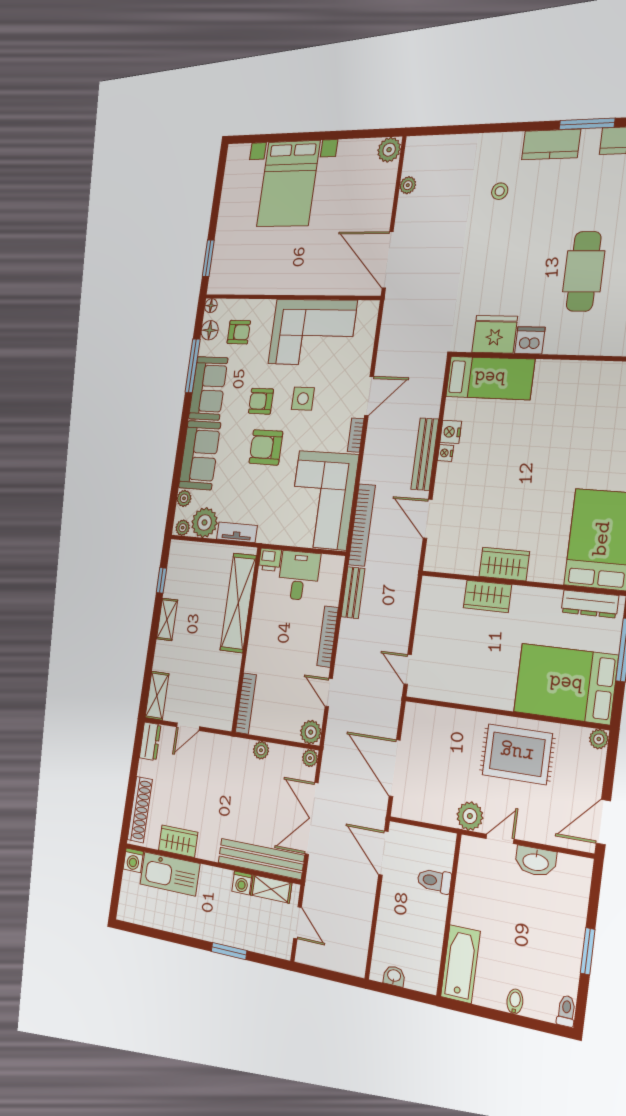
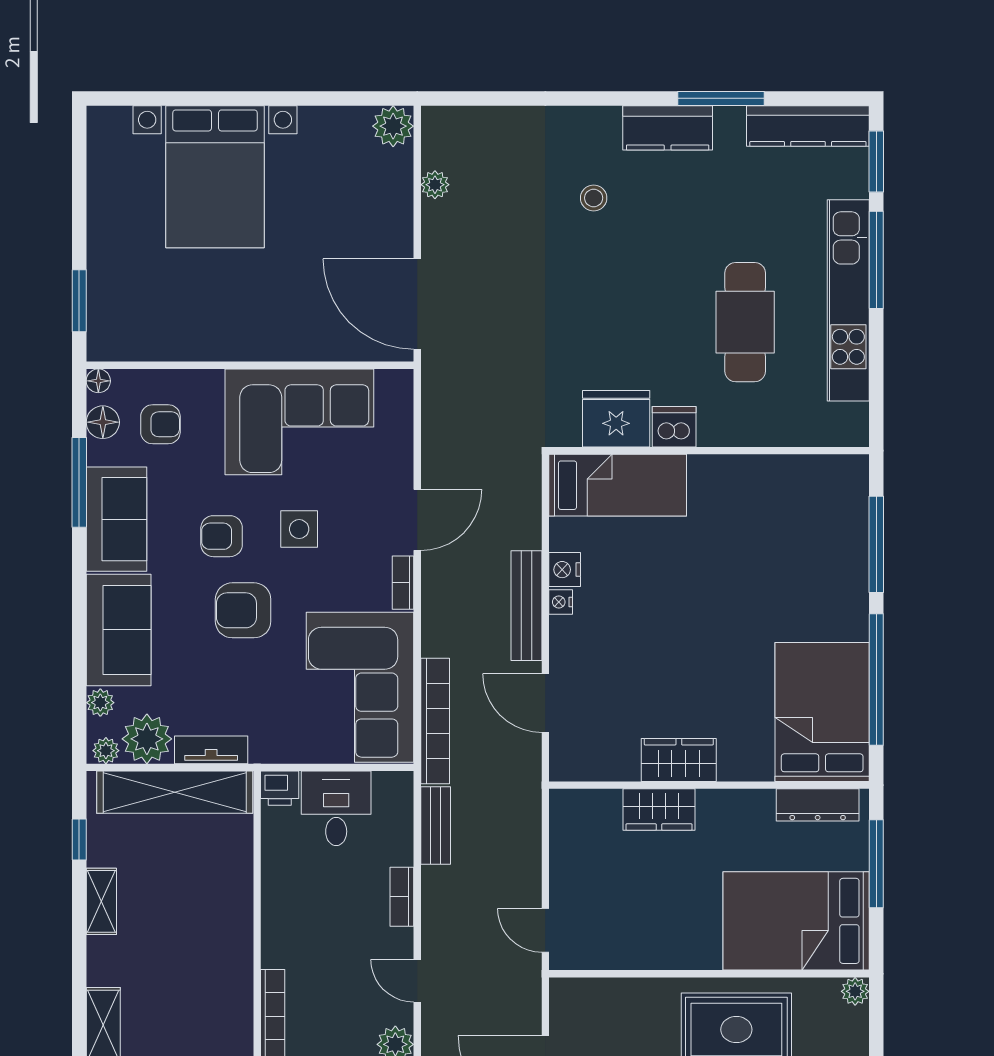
shelving: (238, 603) -> (175, 792), moved, turned 90
bookcase: (328, 637) -> (402, 897), width x0.64

